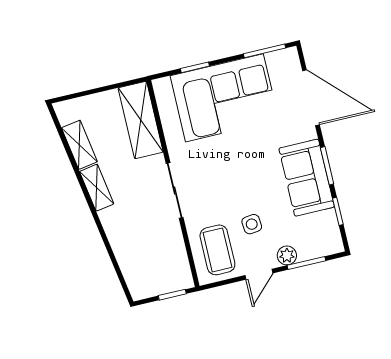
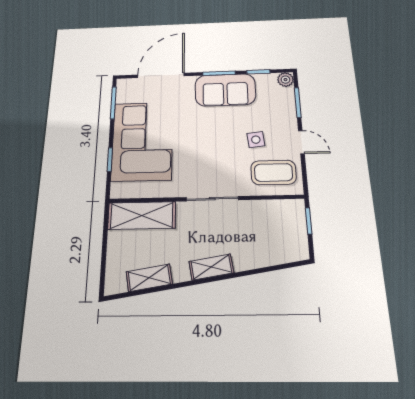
shelving: (97, 188) -> (211, 267), moved
plant: (287, 255) -> (285, 80), moved

